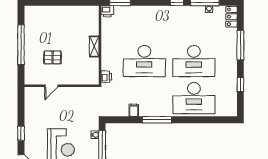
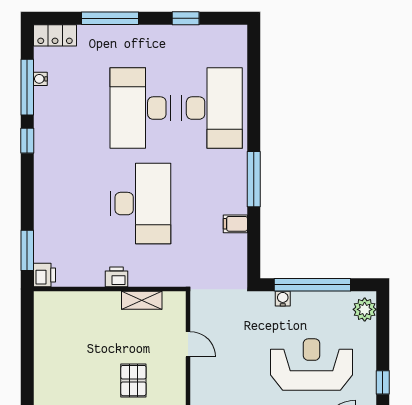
shelving: (94, 46) -> (142, 300), moved
desk: (194, 61) -> (140, 108), turned 180
printer: (106, 77) -> (117, 277), moved
door: (51, 86) -> (188, 344), moved

